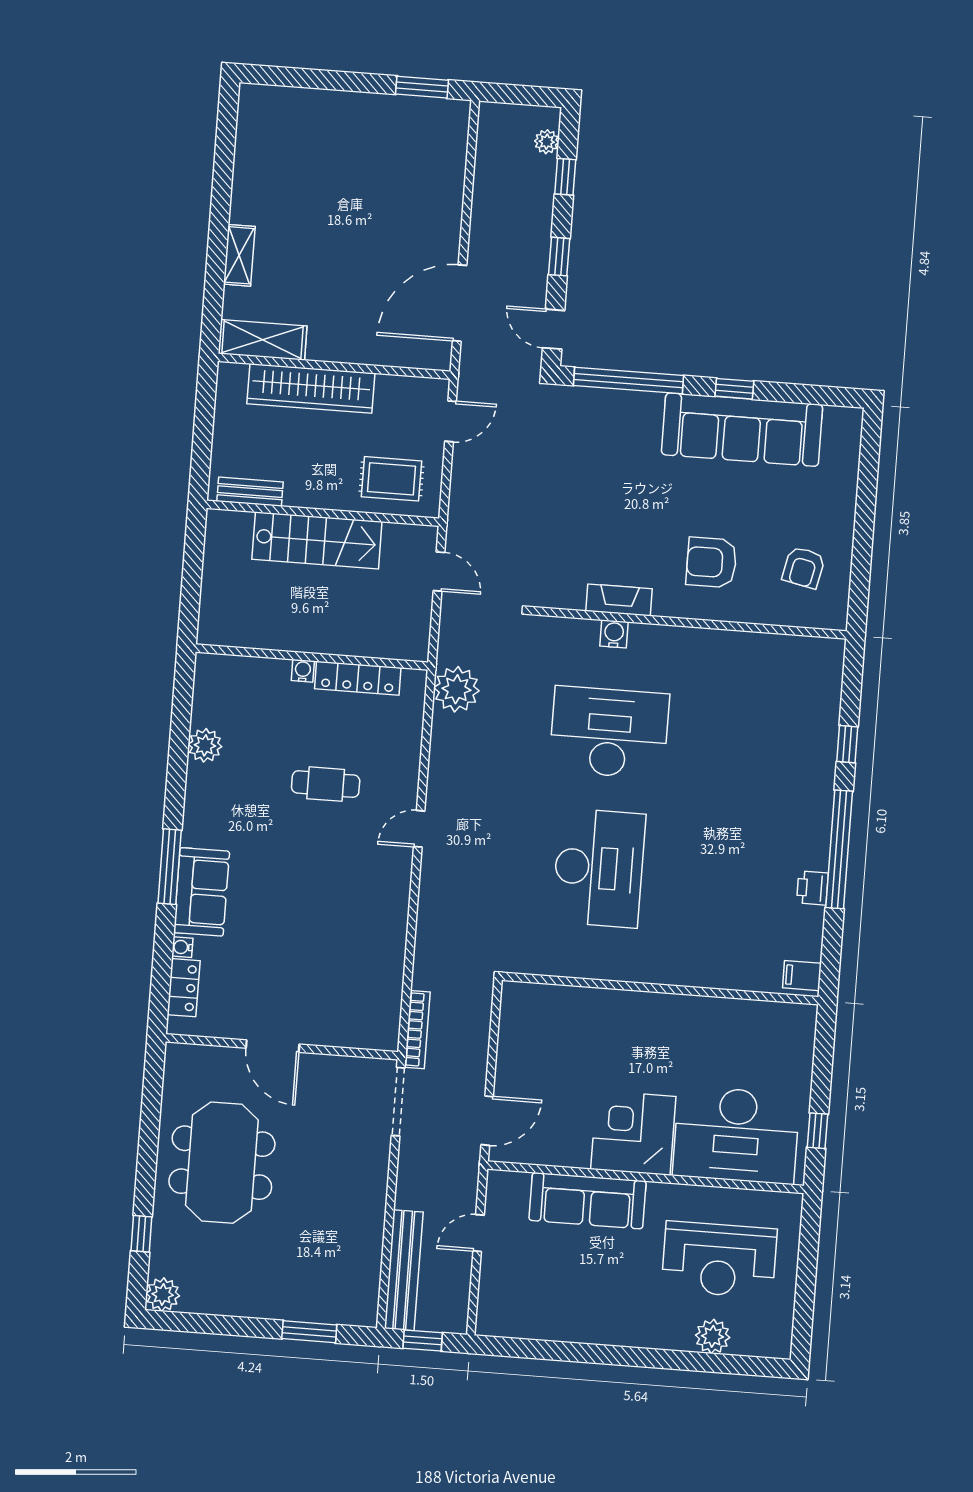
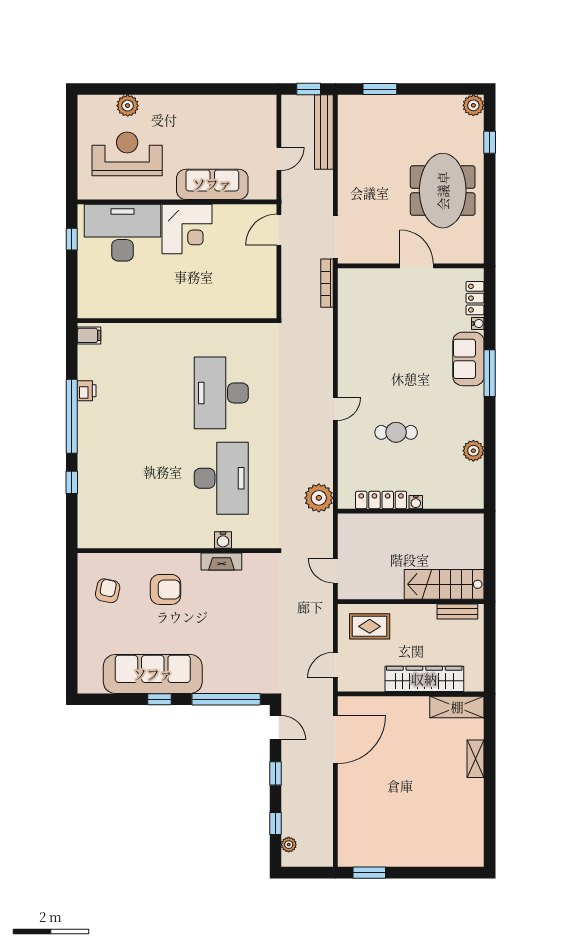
stairs: (317, 540) -> (444, 584), moved
desk: (609, 732) -> (221, 478), turned -90

